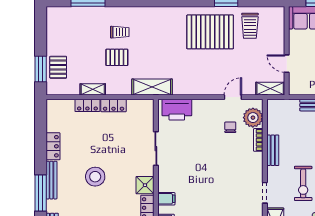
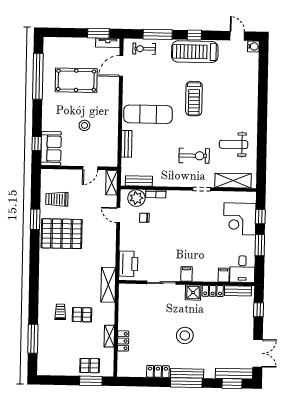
trolley: (250, 26) -> (57, 199), turned 180
pallet: (210, 32) -> (62, 234), turned 90
pallet: (117, 57) -> (82, 315), turned 90
locker: (114, 106) -> (124, 318), removed
bench: (273, 150) -> (139, 181), moved
window: (41, 193) -> (186, 383), moved
filing cabinet: (166, 199) -> (186, 274), moved

